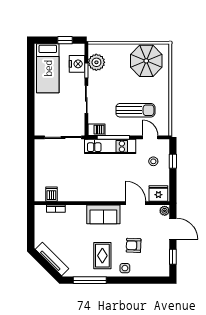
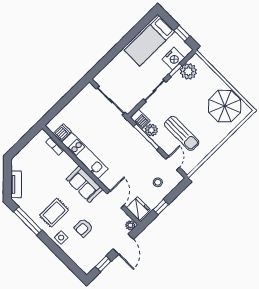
plant: (112, 129) -> (151, 130), added
kitchen unit: (110, 146) -> (85, 156), moved, turned 180
window: (173, 161) -> (161, 207), moved
armchair: (134, 245) -> (84, 228), turned -92
tv unit: (52, 259) -> (16, 184), width x0.71

